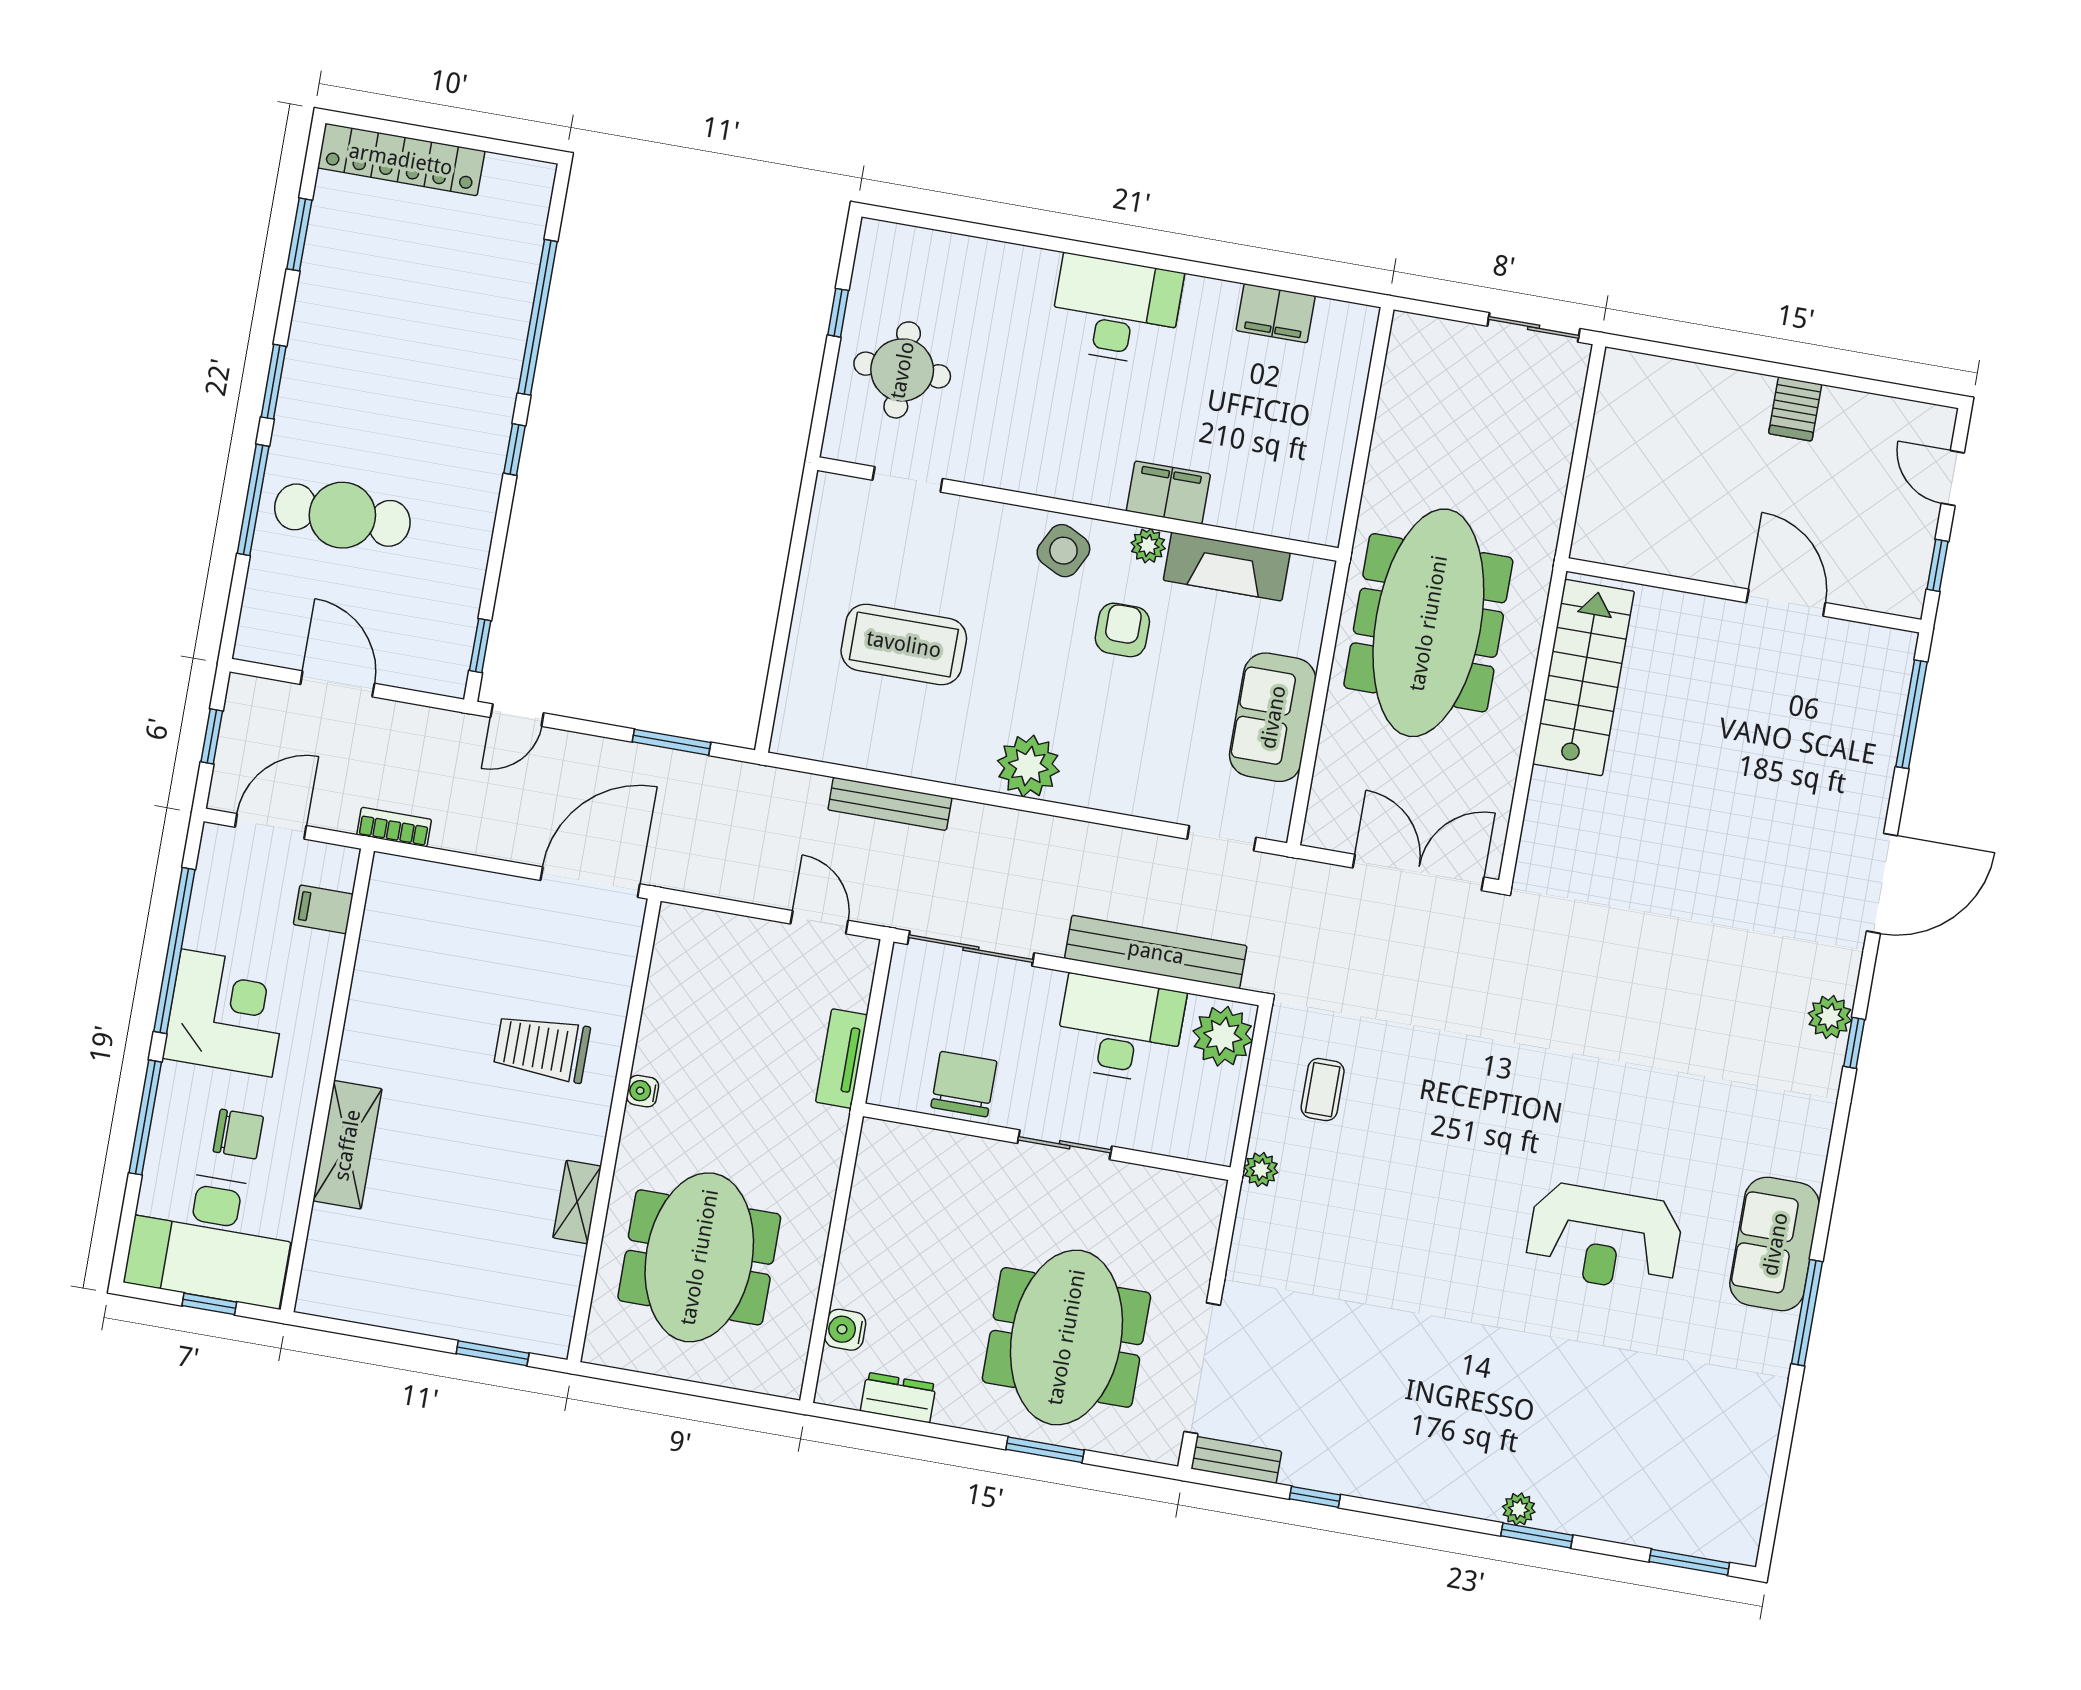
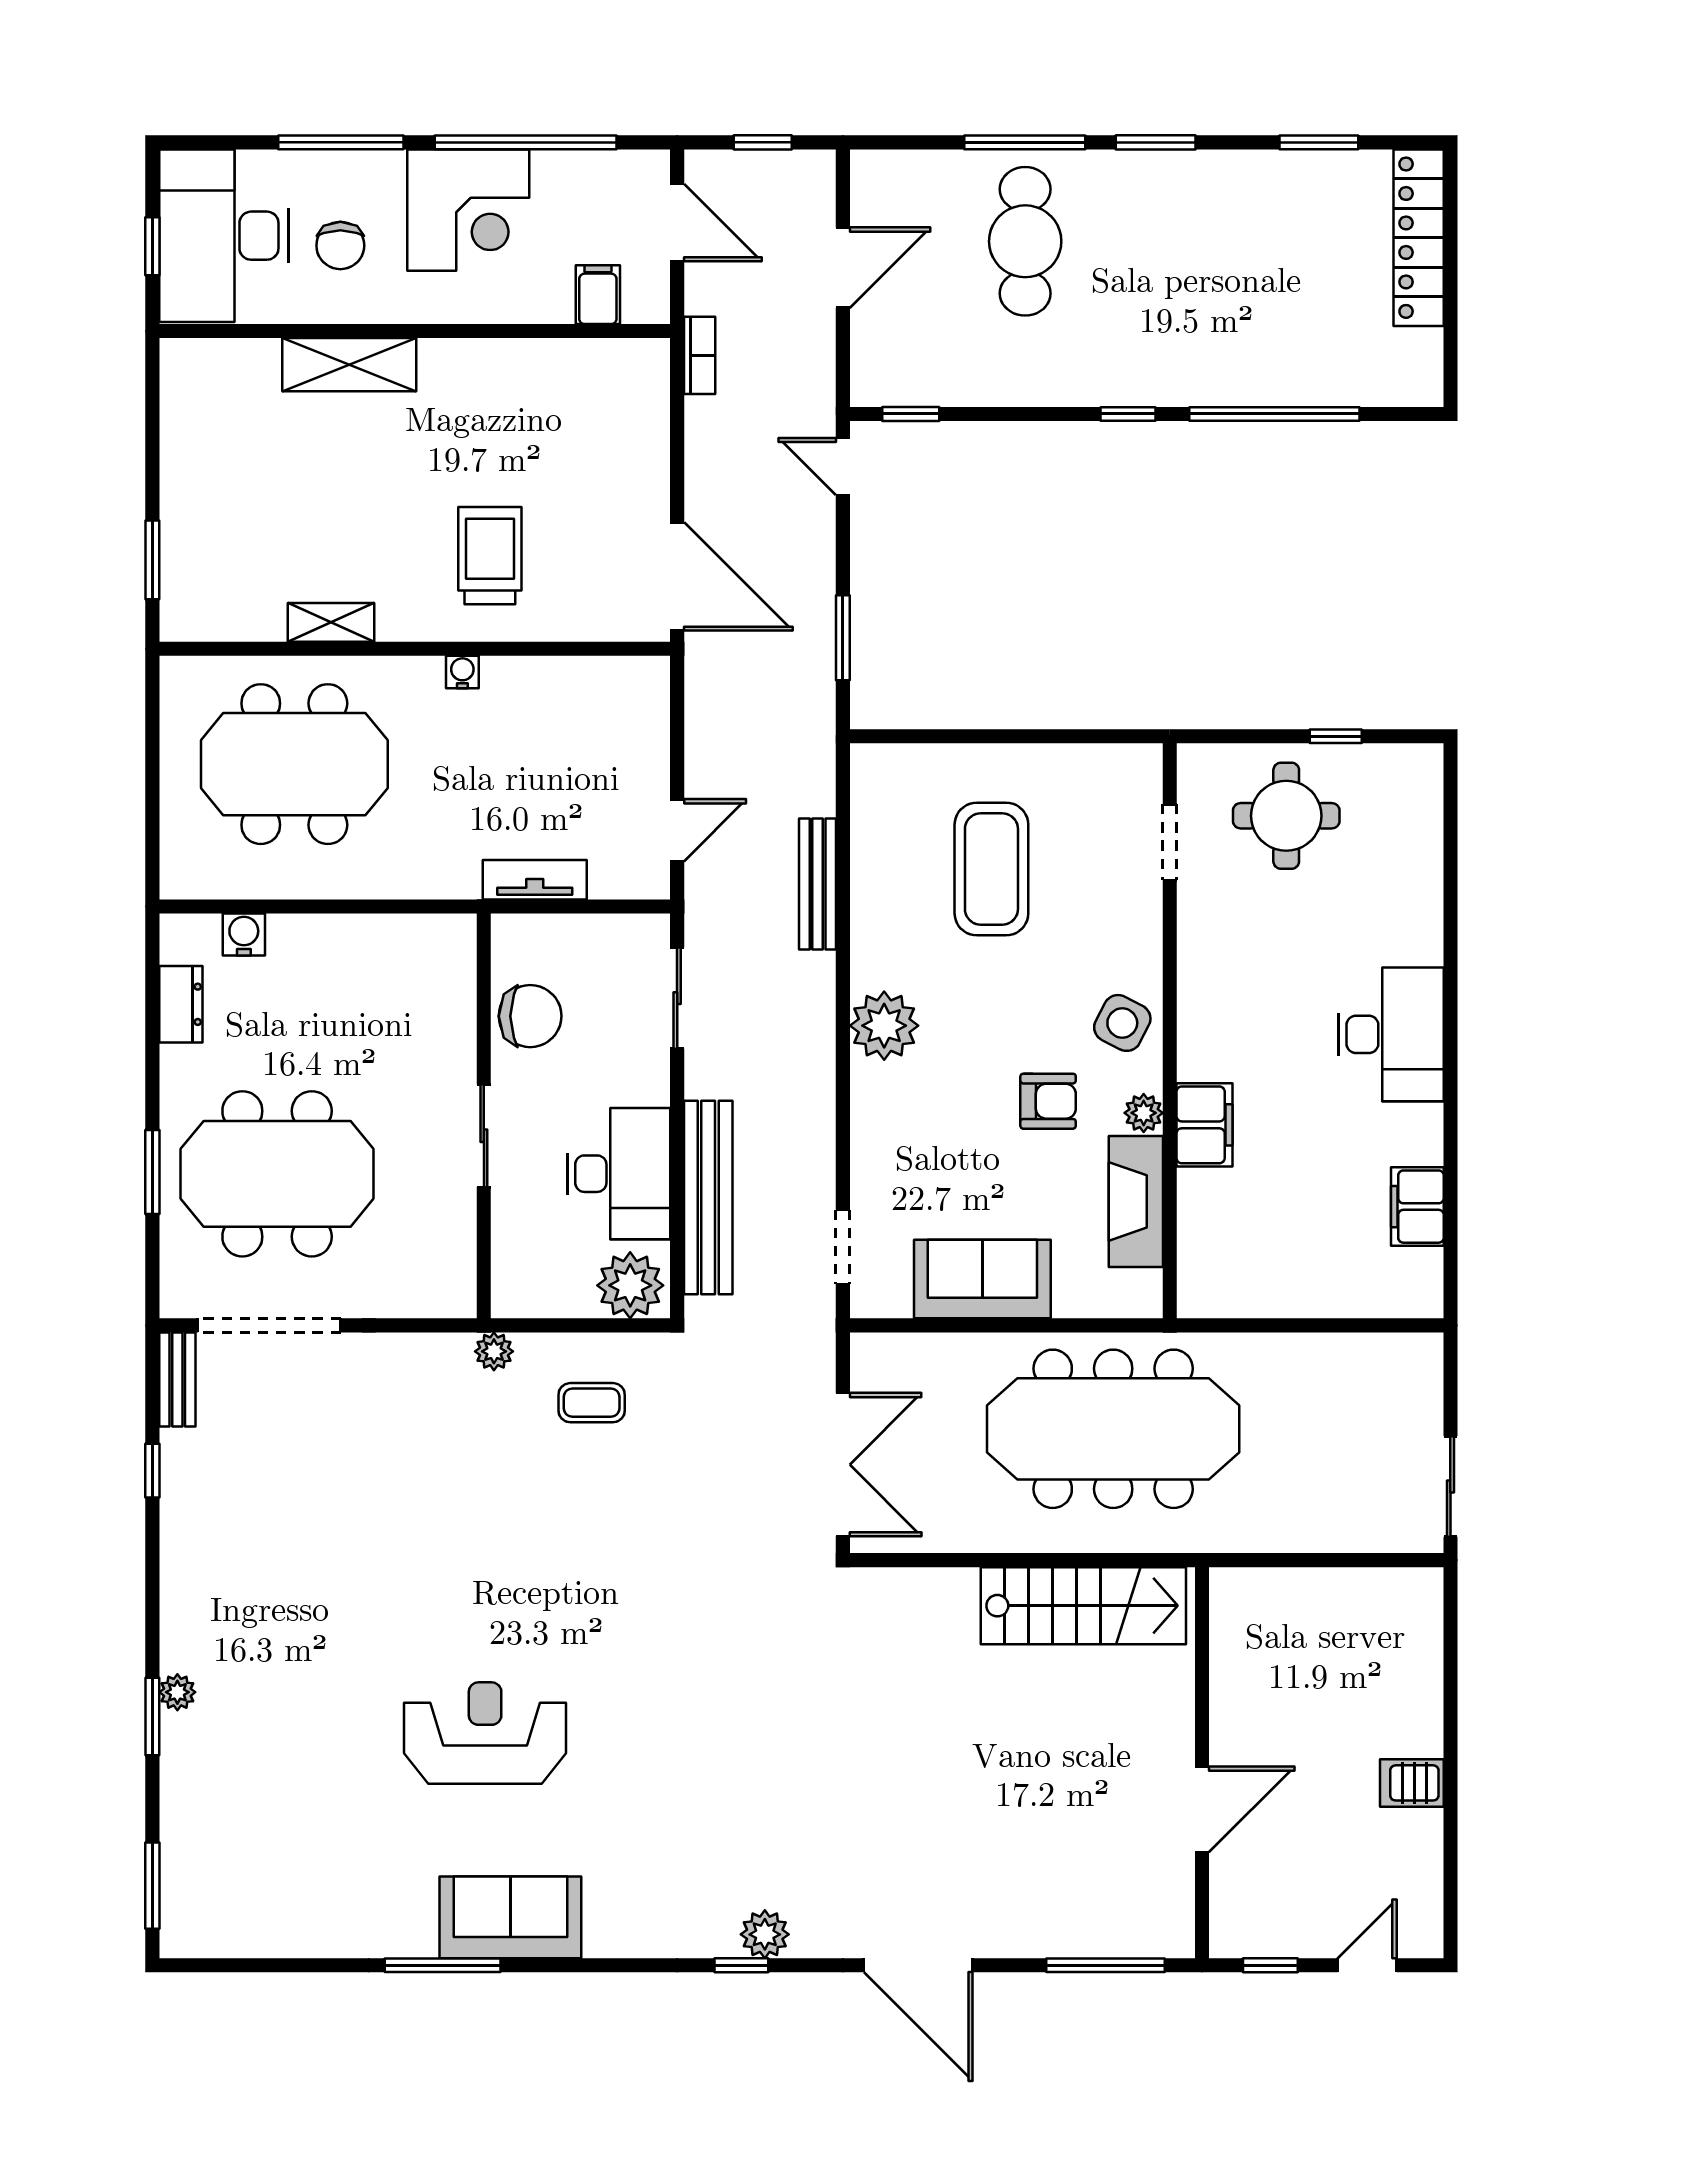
sliding door: (971, 949) -> (677, 998), width x0.73
reception desk: (1604, 1238) -> (485, 1733), turned 90

